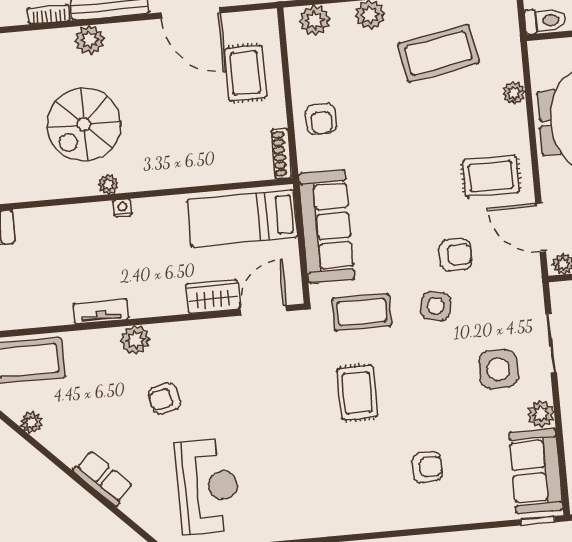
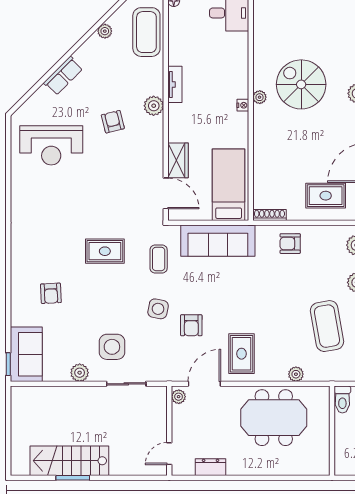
coffee table: (362, 312) -> (159, 259), width x0.73, depth x0.77
sofa: (536, 471) -> (26, 354), moved, turned 90

